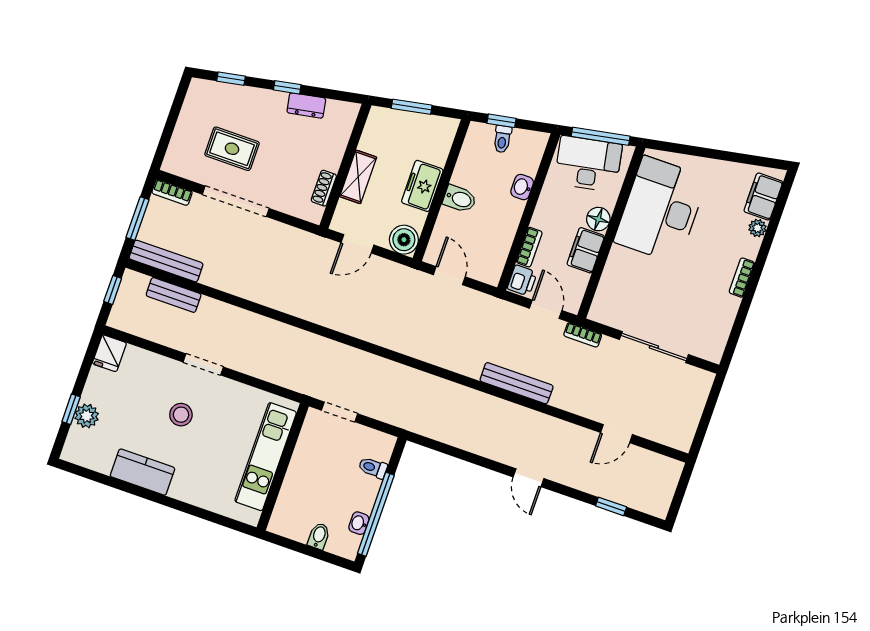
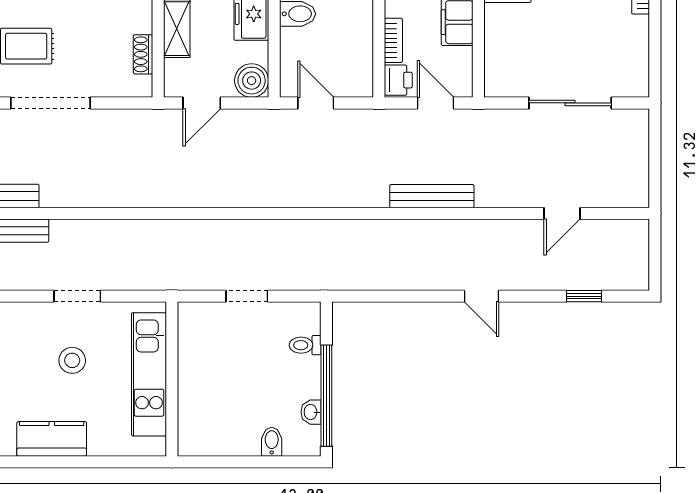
bookcase: (583, 335) -> (486, 117), removed
kitchen unit: (266, 457) -> (149, 374), moved
wall: (283, 467) -> (172, 379), moved

